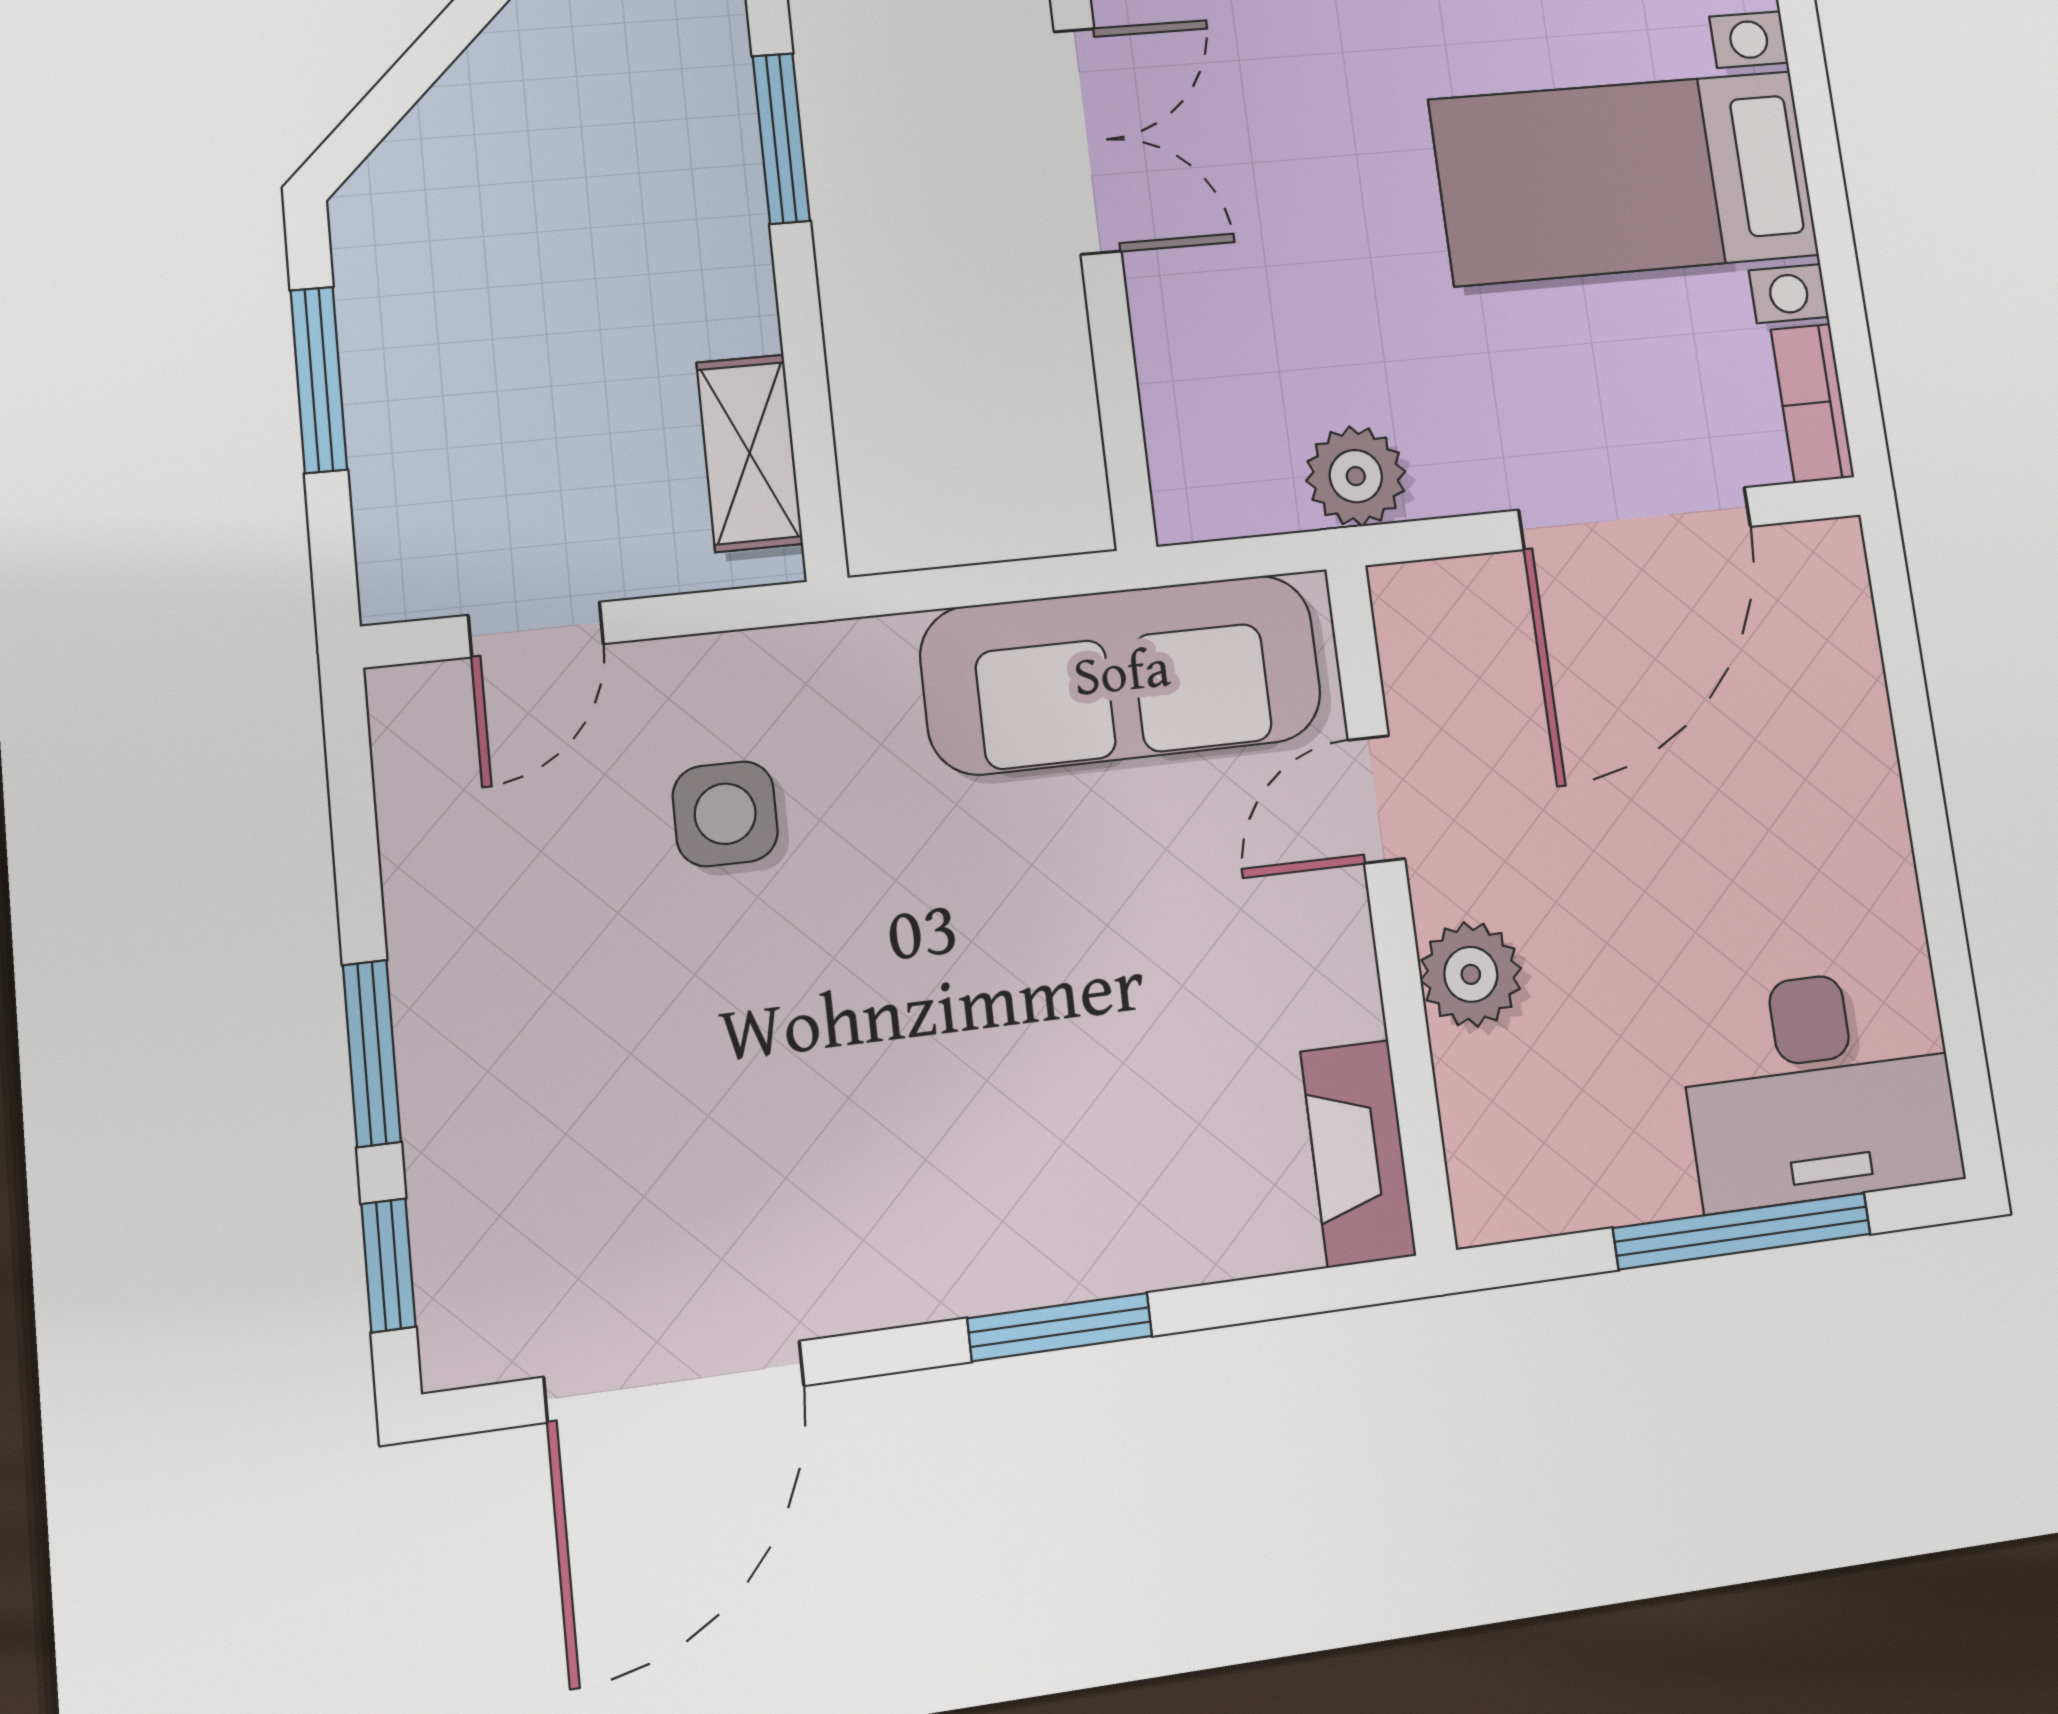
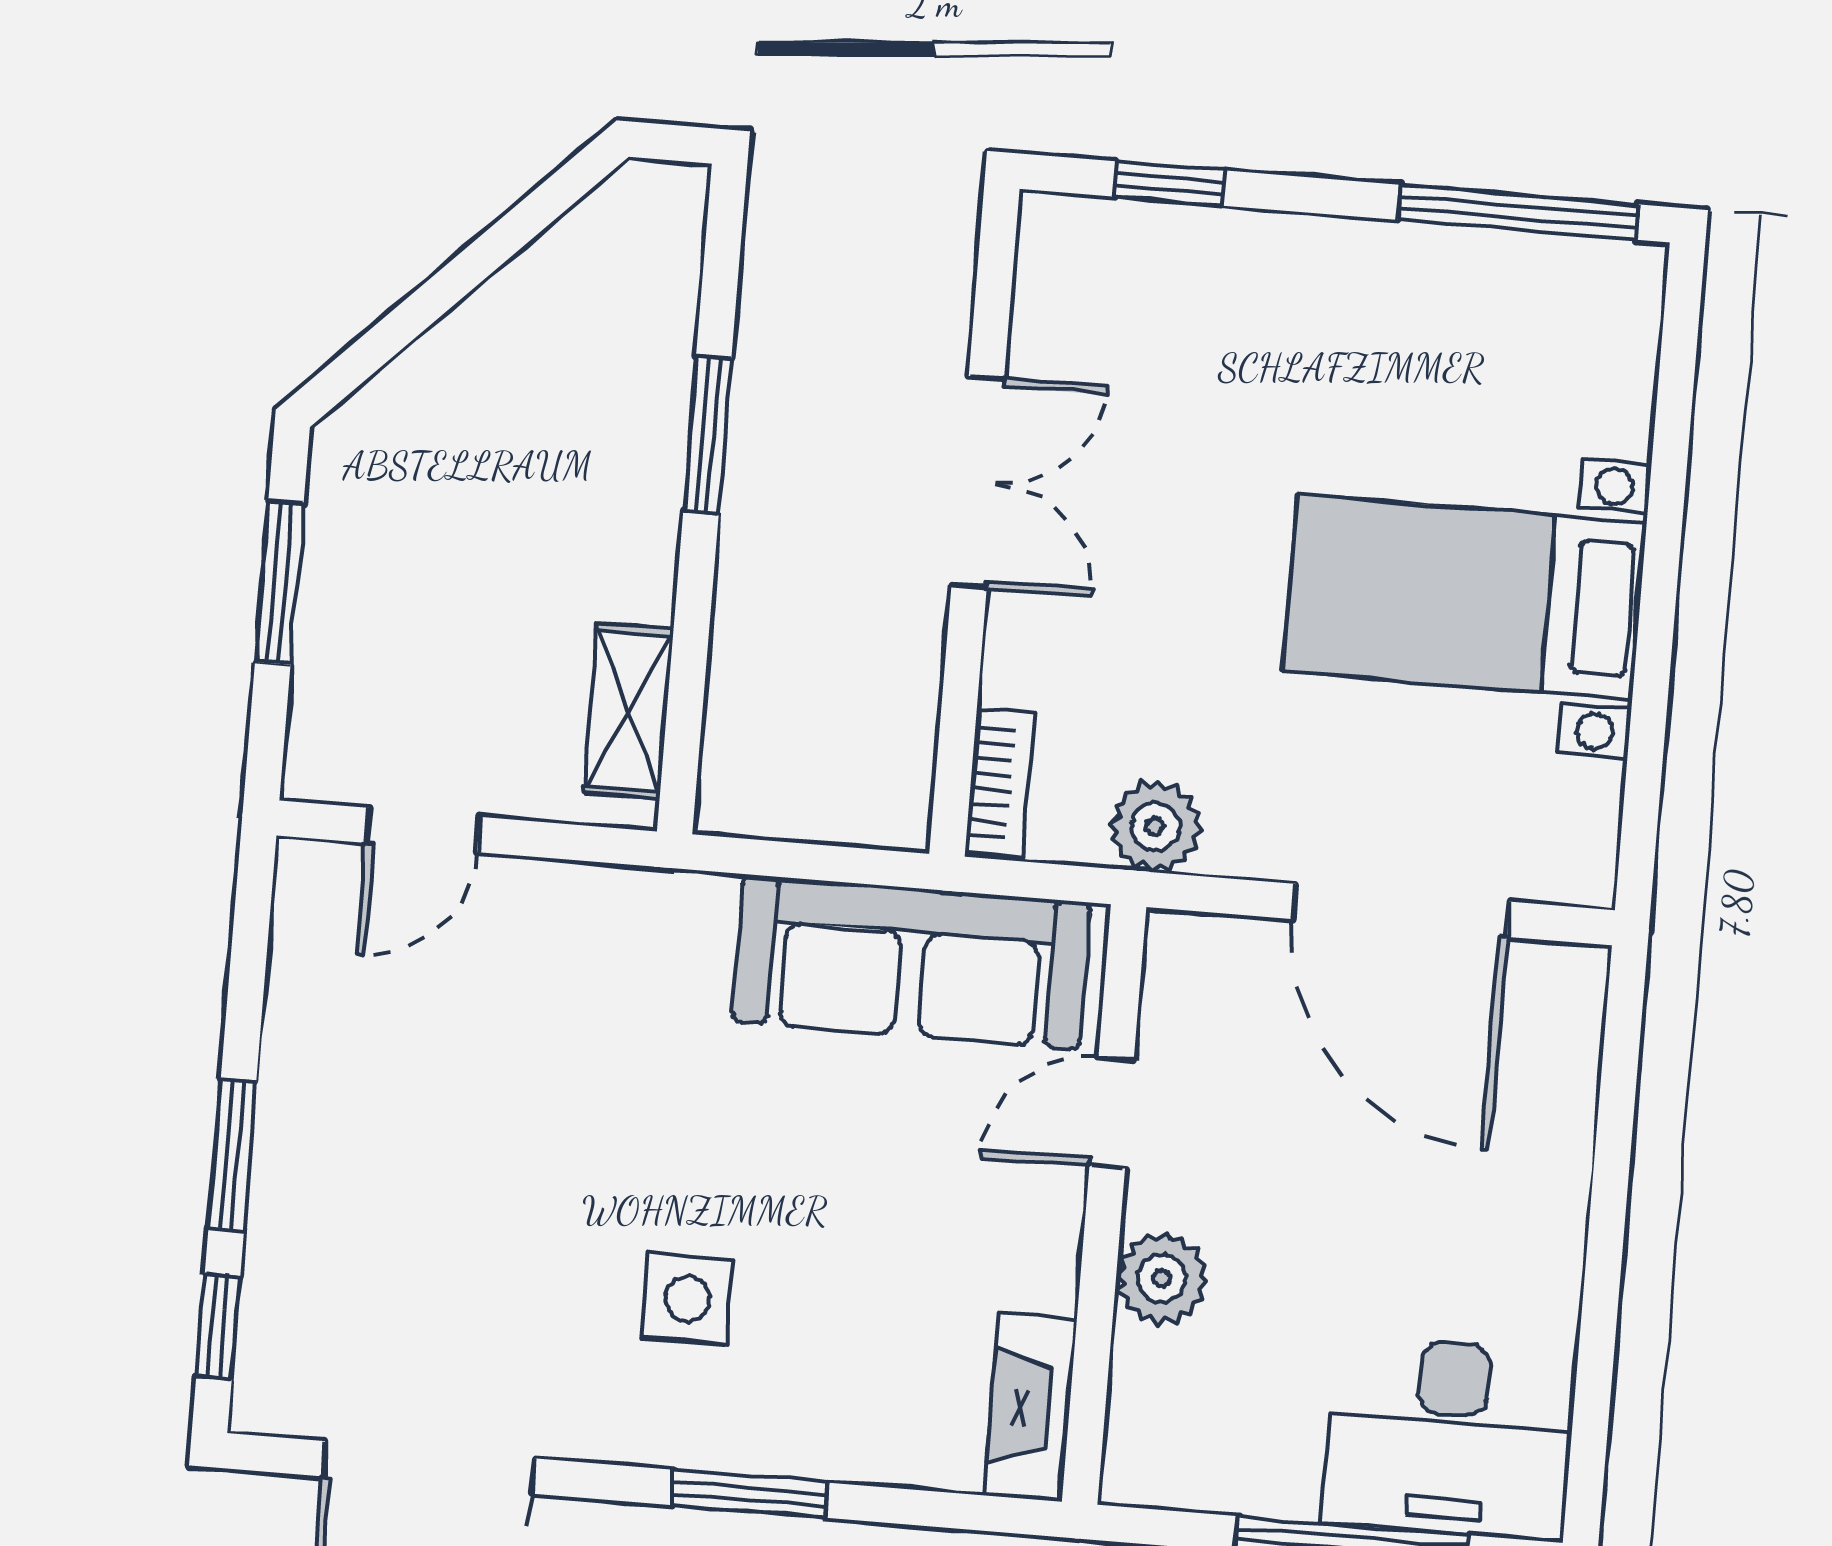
bookcase: (1812, 403) -> (1000, 783), moved, turned 180
door: (1635, 518) -> (1401, 910), hinge flipped
side table: (725, 814) -> (688, 1299), moved

